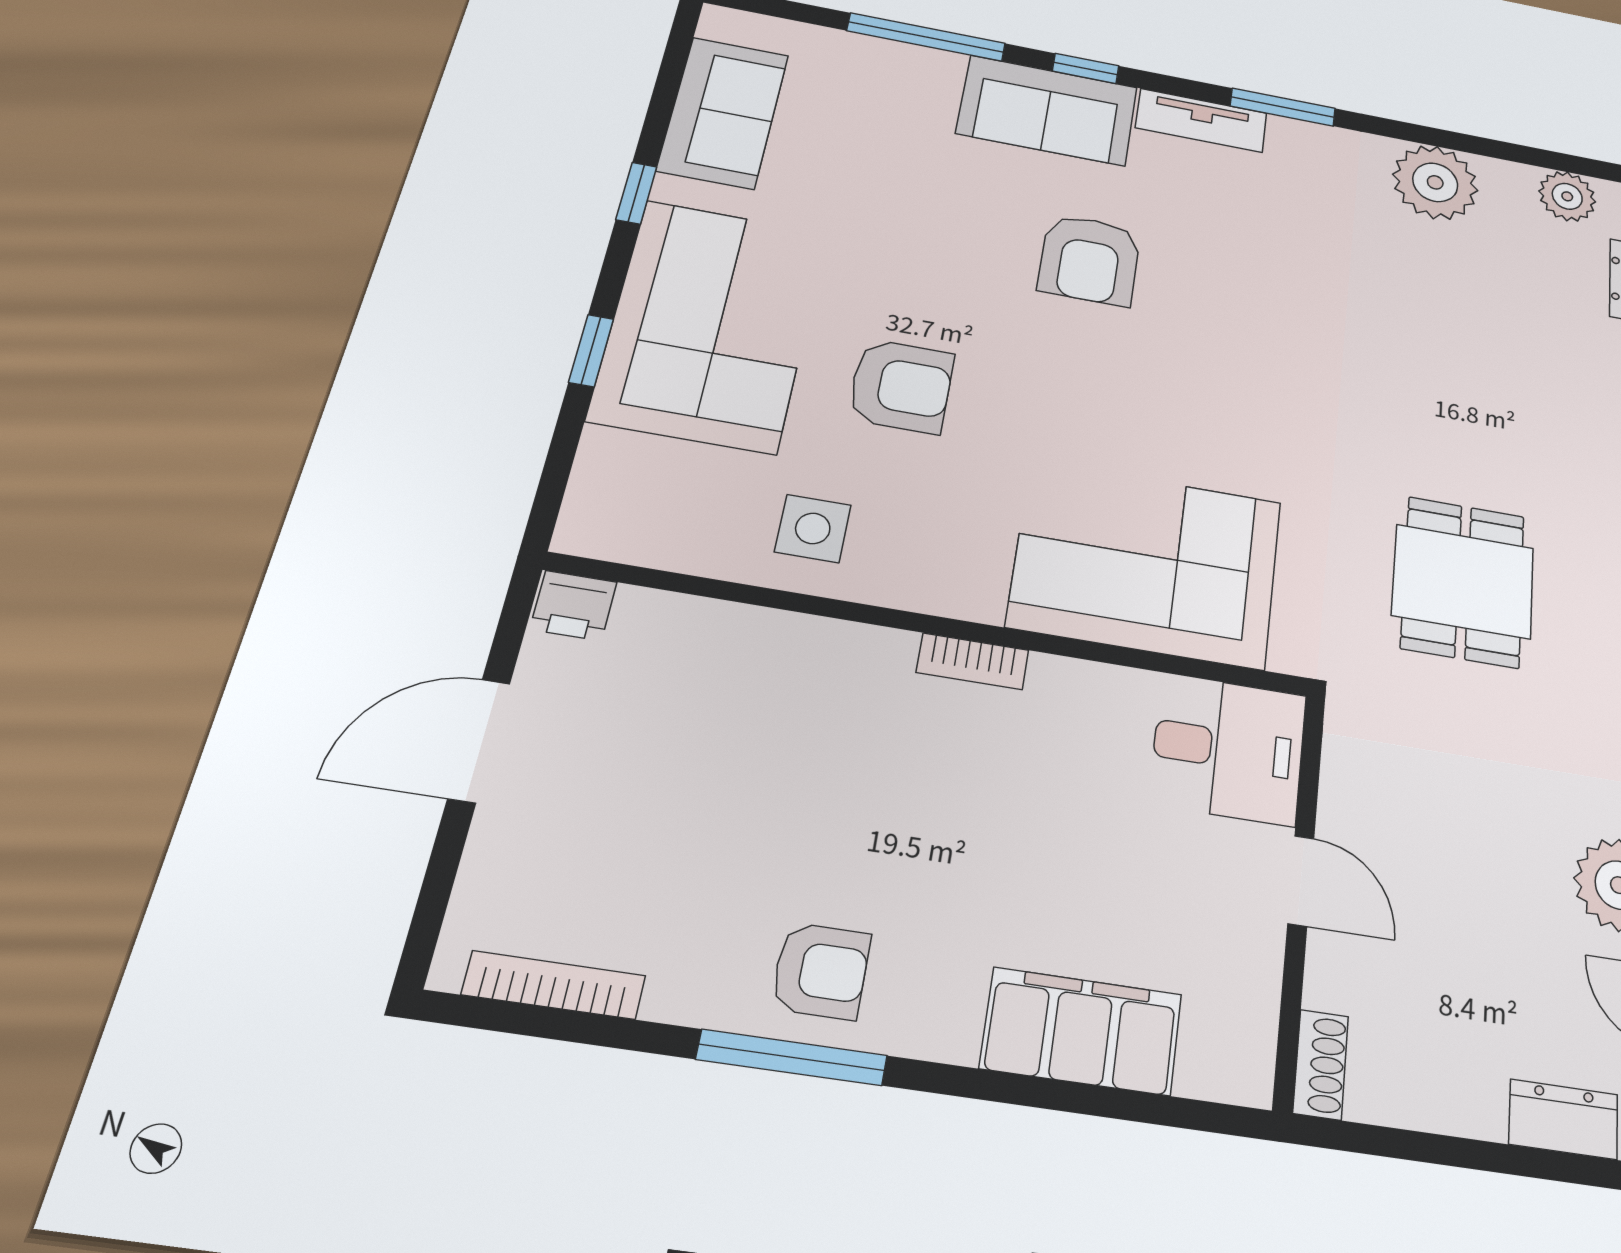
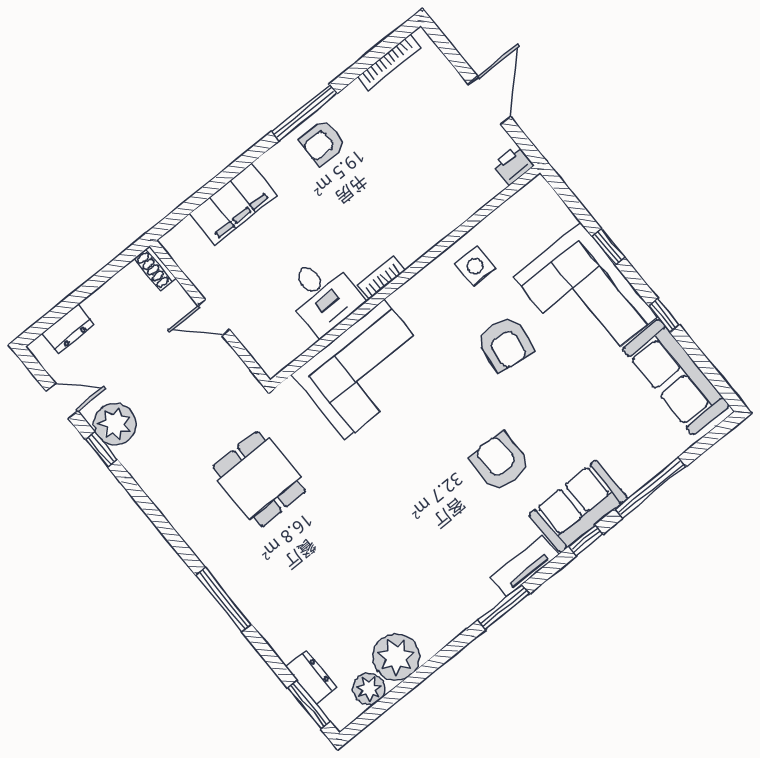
sofa: (723, 112) -> (676, 377), width x1.36
plant: (1435, 182) -> (396, 657), moved
armchair: (901, 386) -> (505, 344), turned -83
desk: (1228, 749) -> (322, 295), moved, turned -90

